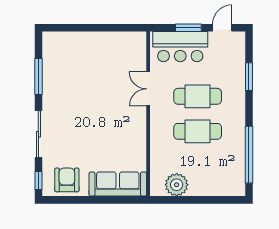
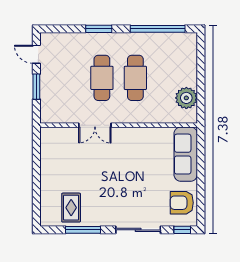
bar counter: (180, 47) -> (54, 94), removed
rug: (62, 64) -> (71, 208), added
window: (249, 77) -> (99, 29), moved

